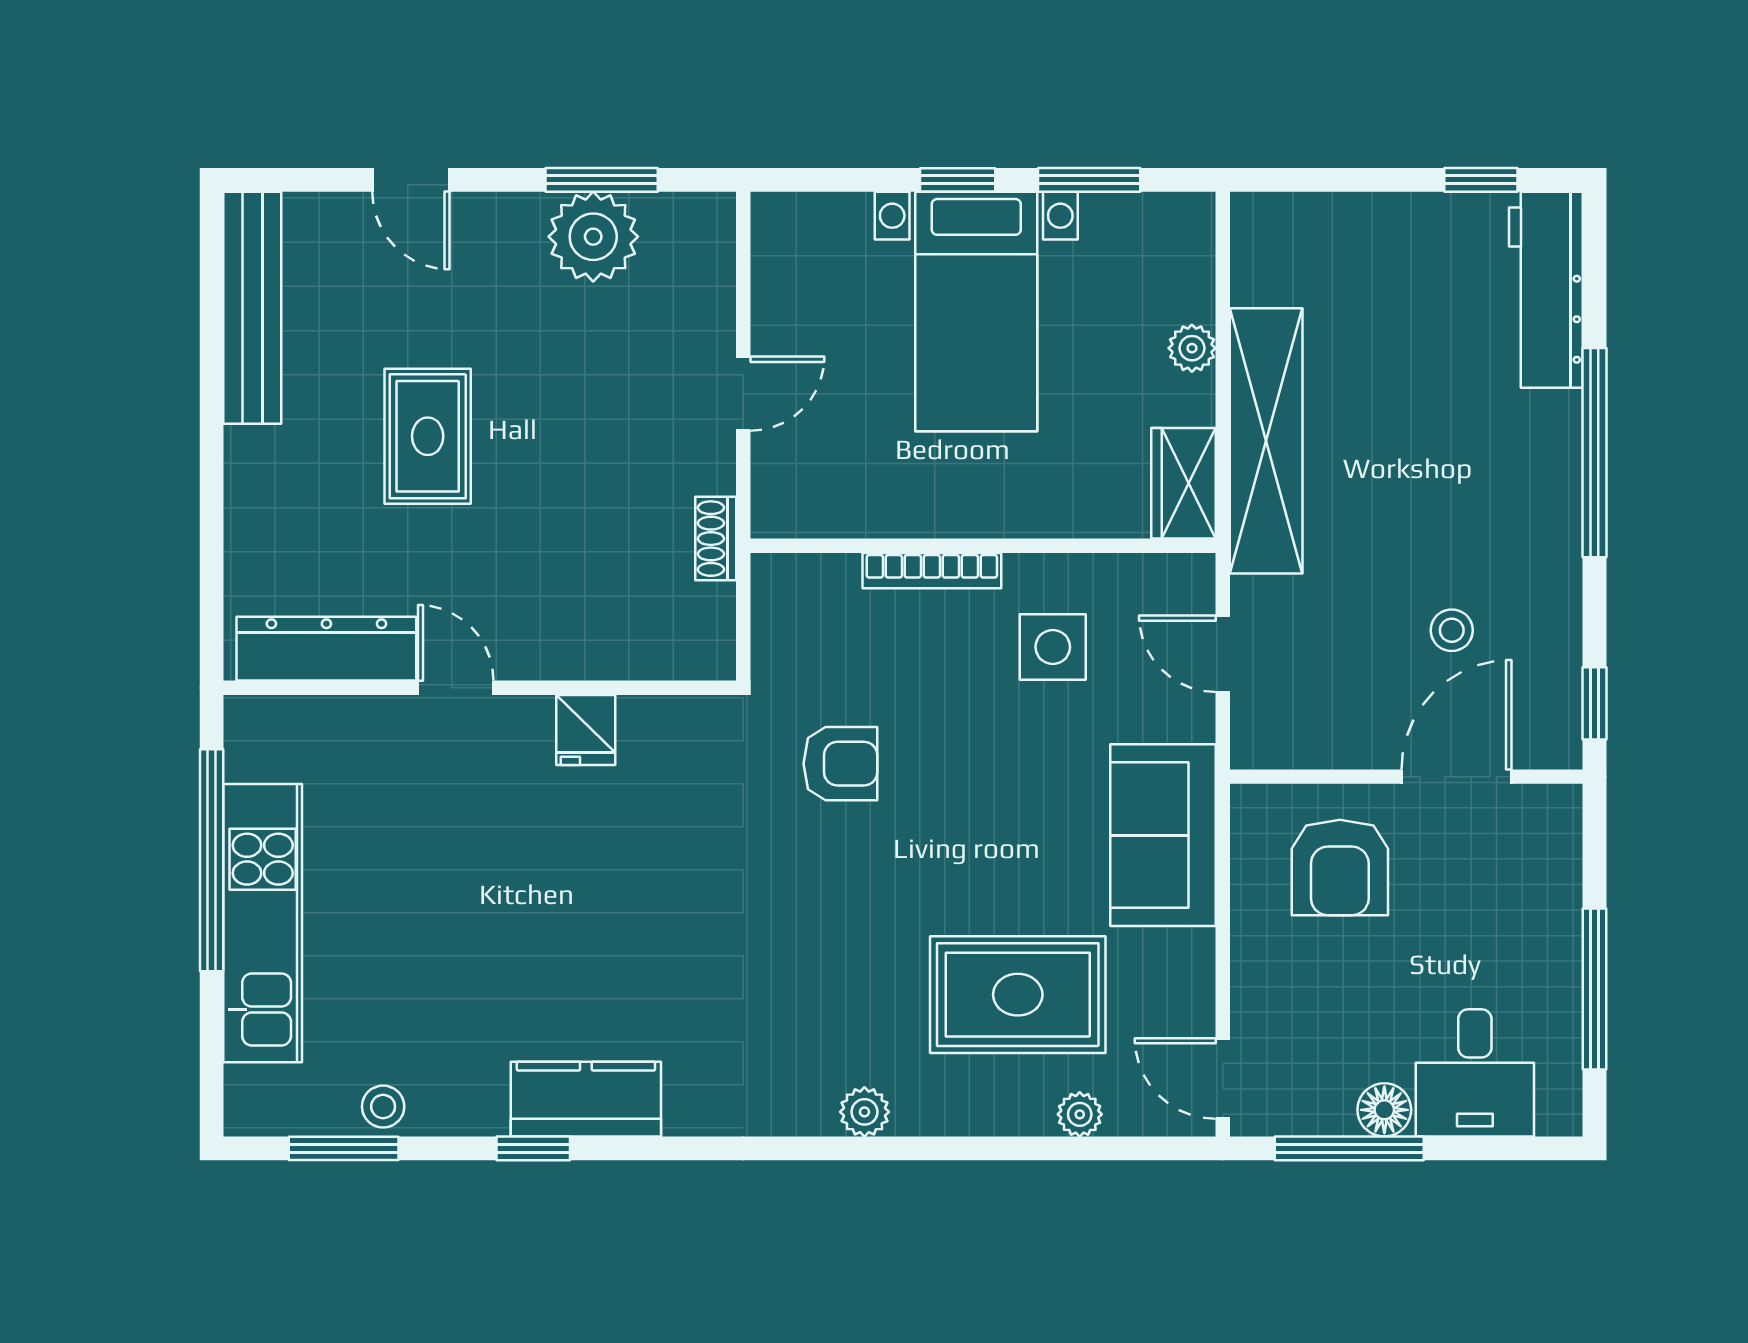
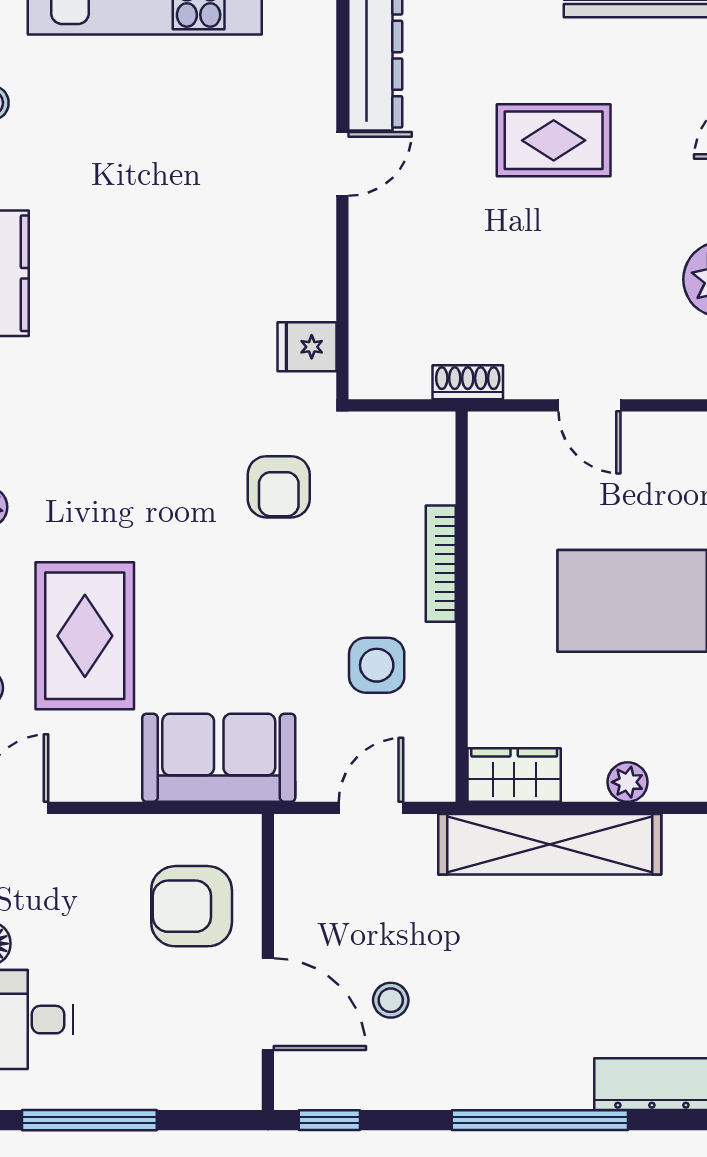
fridge: (586, 730) -> (307, 347), moved

